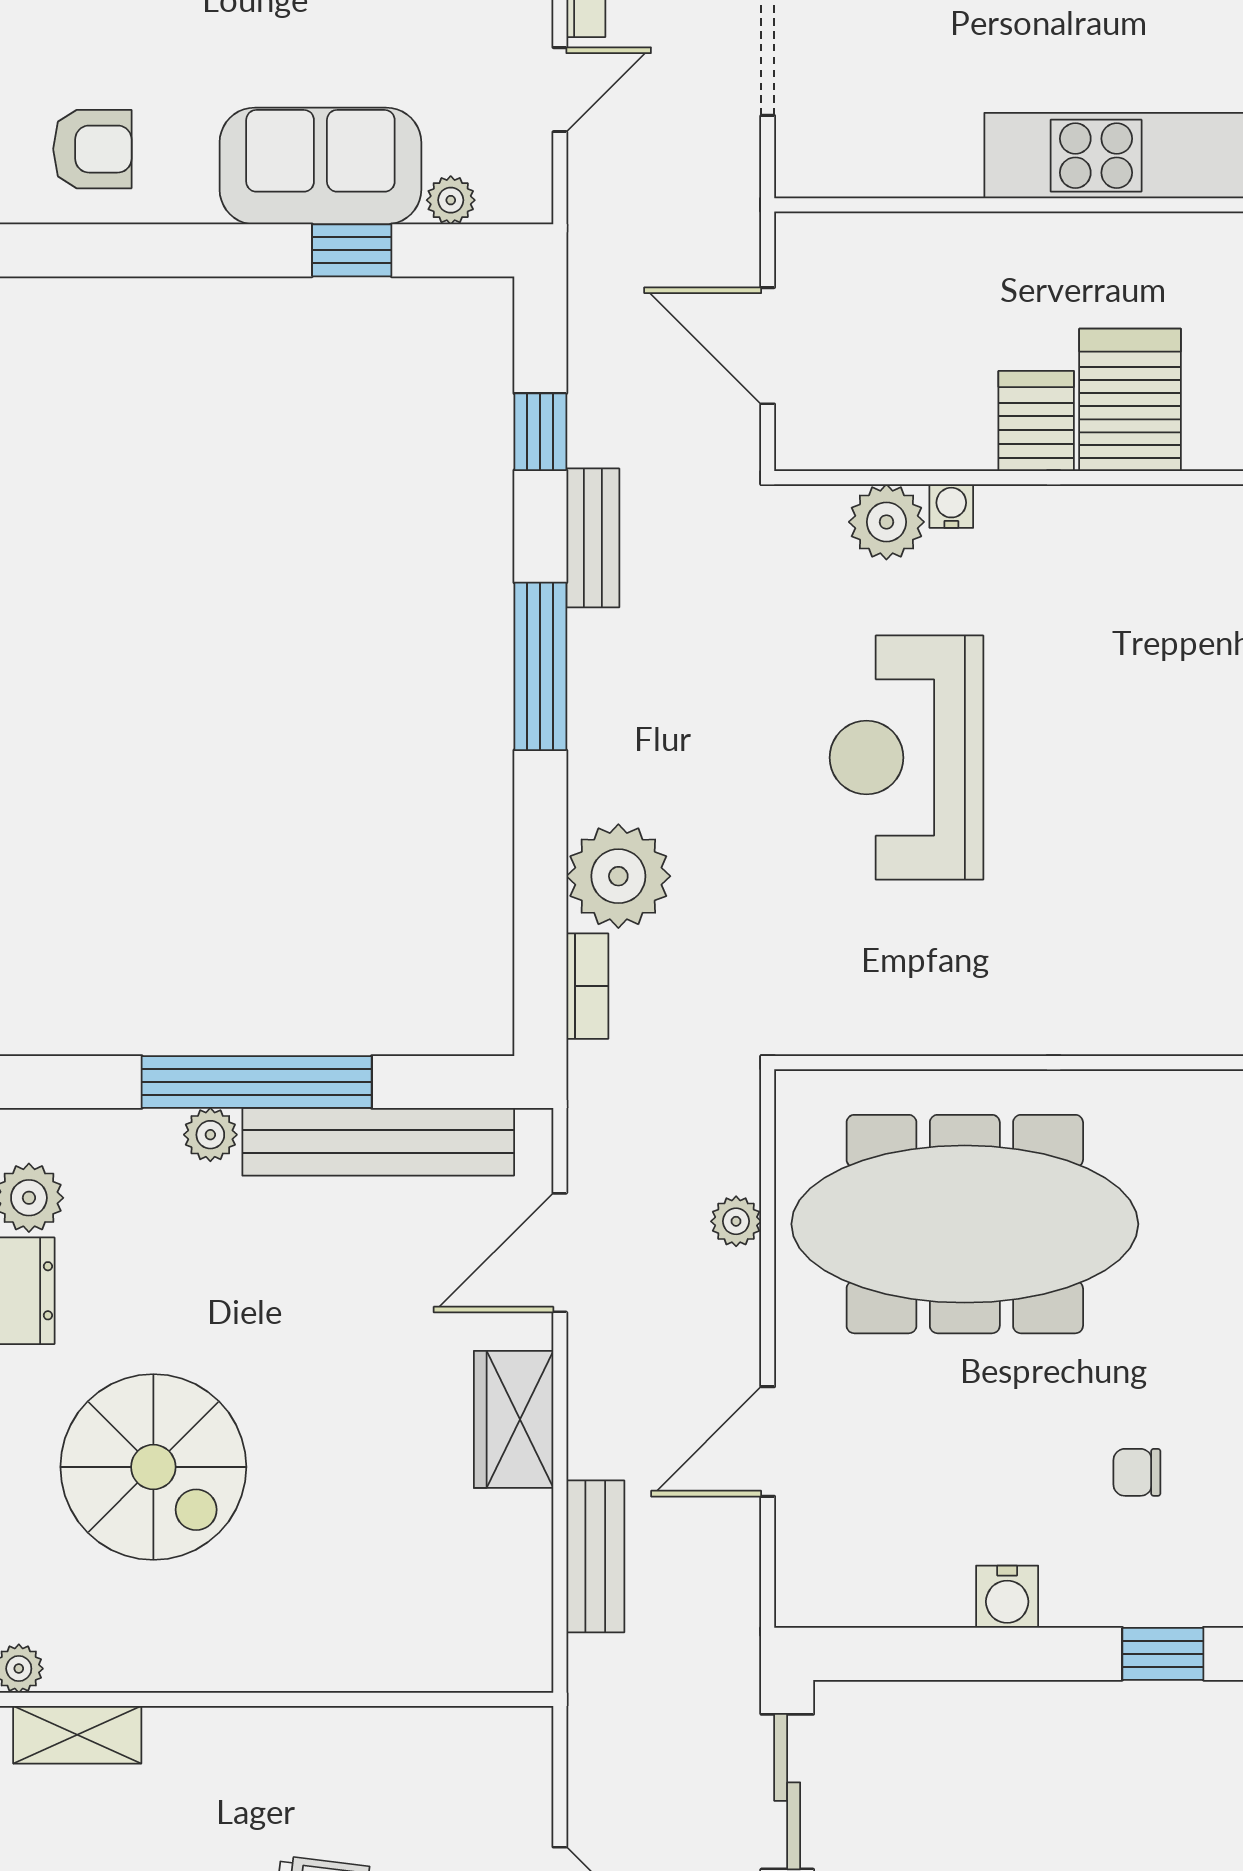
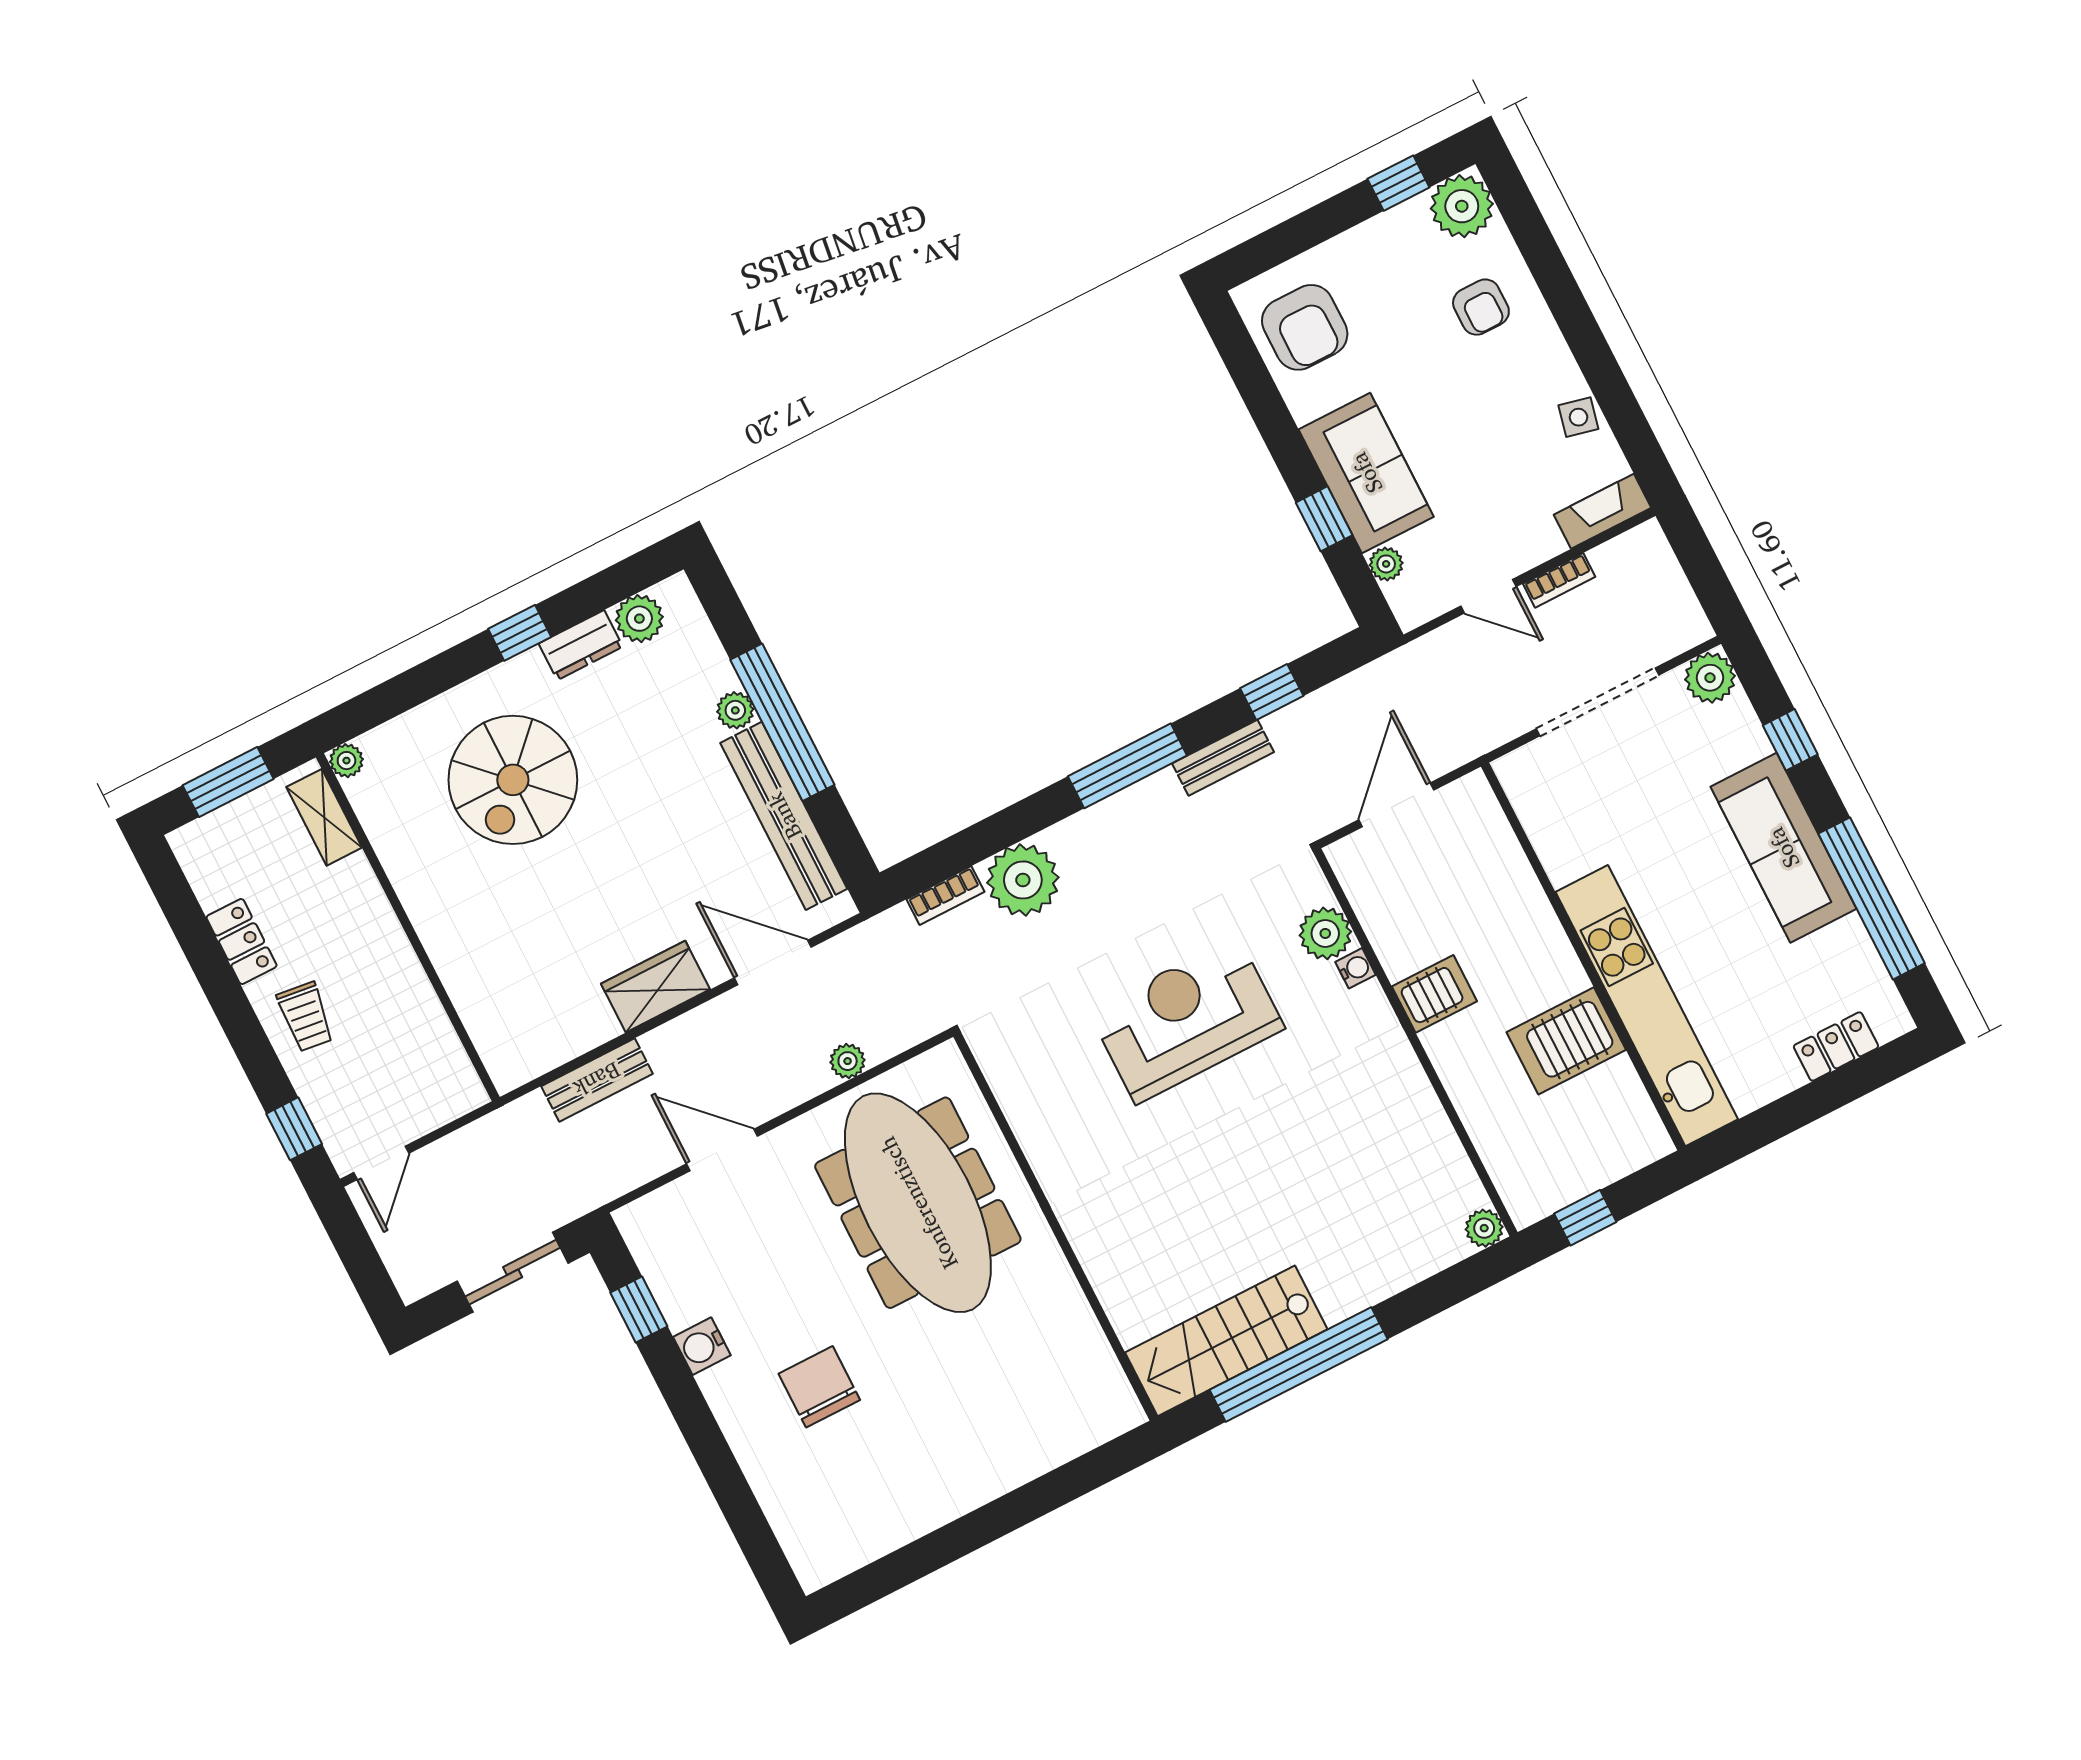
armchair: (92, 149) -> (1305, 327), width x1.38, depth x1.38
server rack: (1130, 400) -> (1566, 1041), moved, turned 180
chair: (1137, 1472) -> (819, 1387), width x1.87, depth x1.87
window: (1163, 1654) -> (639, 1310), moved

